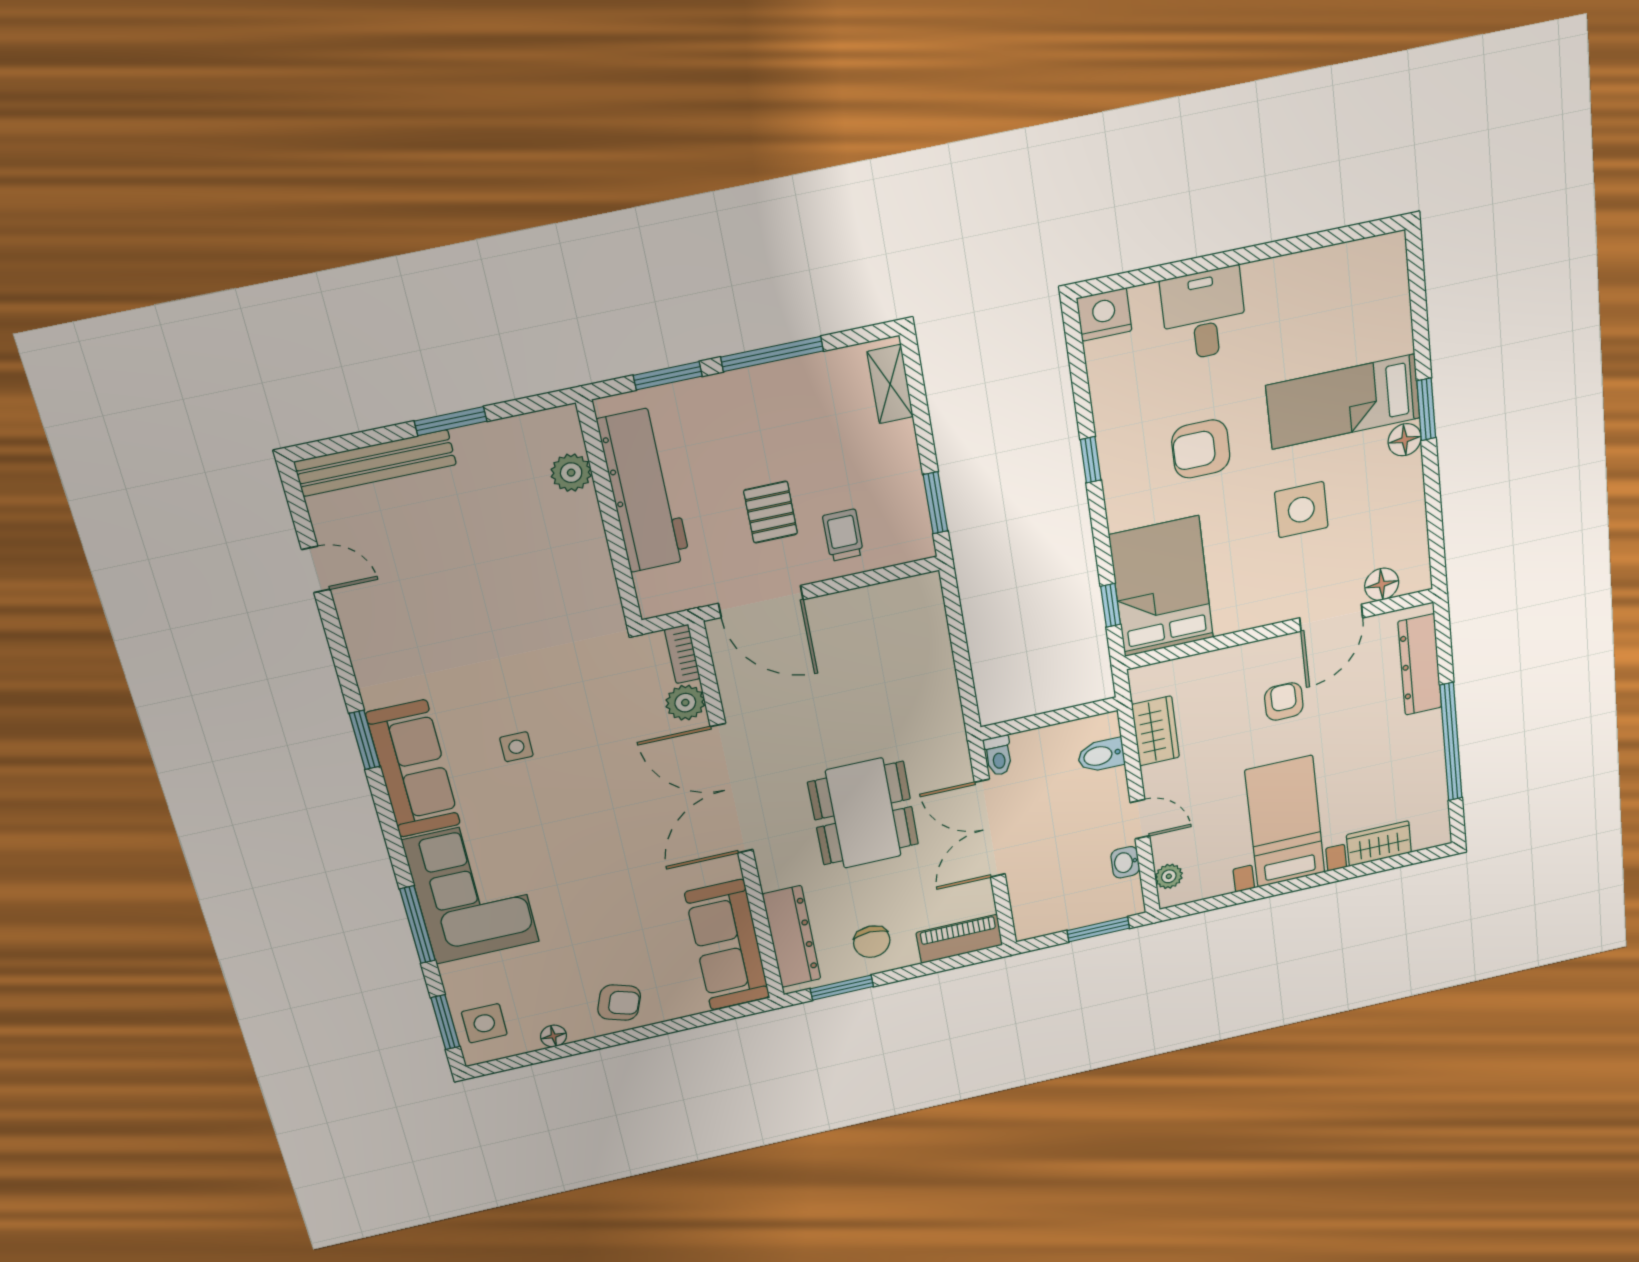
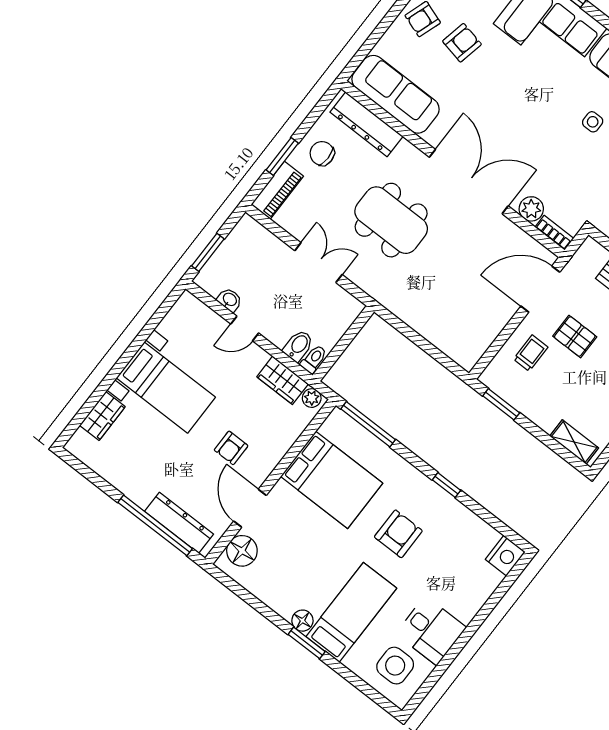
desk: (1204, 314) -> (431, 631), moved
side table: (1301, 510) -> (395, 666), moved
trolley: (843, 535) -> (531, 353), turned -90
floor lamp: (1382, 584) -> (242, 551), width x1.38, depth x1.38
bed: (1161, 587) -> (332, 480), moved
window: (1111, 605) -> (368, 424), width x2.17
armchair: (1284, 701) -> (231, 448), turned 90
window: (1451, 742) -> (155, 525), moved
toilet: (998, 756) -> (314, 359), moved, turned 90
double door: (990, 828) -> (318, 263), width x0.73
plant: (1169, 876) -> (312, 398), moved
armchair: (596, 946) -> (462, 43), added
window: (842, 988) -> (282, 157), moved

